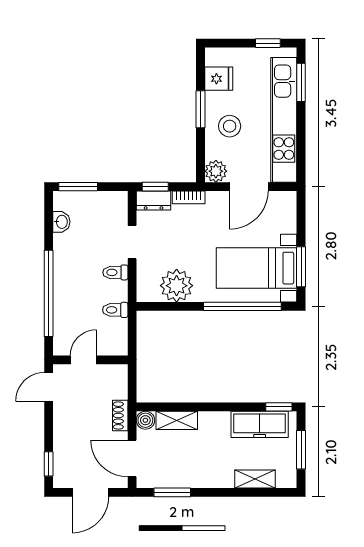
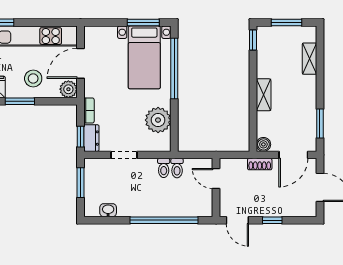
window: (78, 187) -> (80, 183), moved
door: (249, 187) -> (80, 63), swing flipped
toilet: (115, 272) -> (164, 168), moved
door: (83, 360) -> (216, 178), moved
shelving: (177, 420) -> (264, 95), moved
freezer: (260, 424) -> (267, 55), removed
window: (49, 464) -> (272, 220), moved

